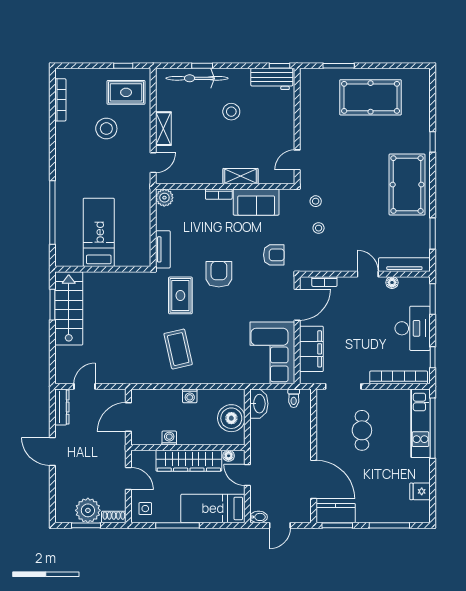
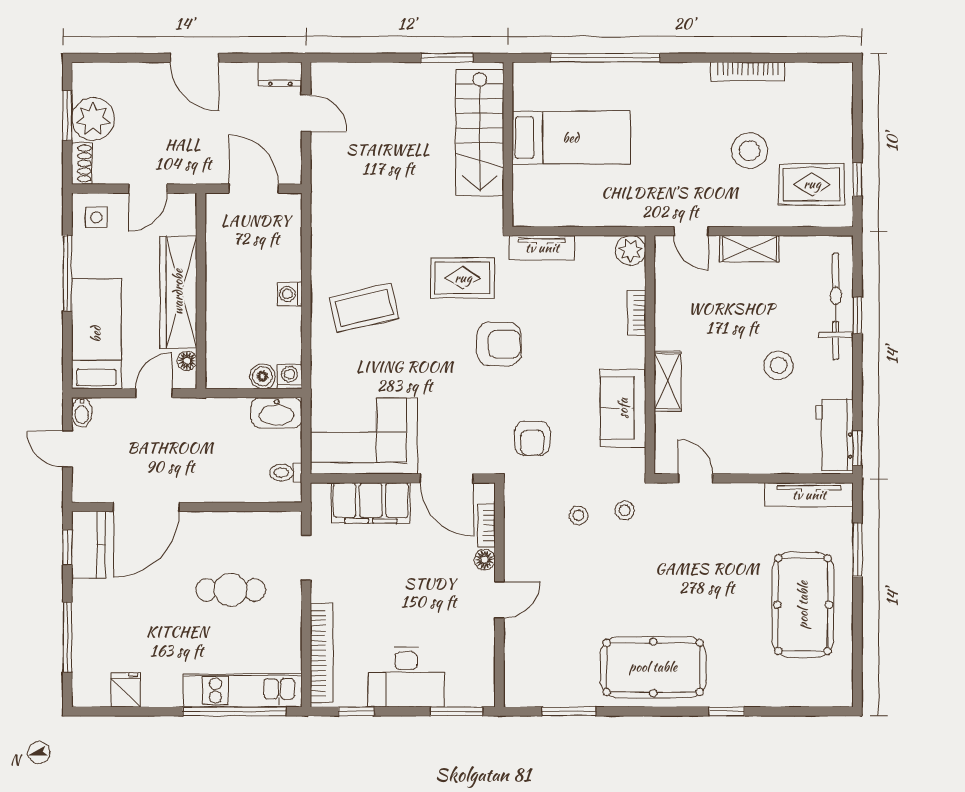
rug: (126, 92) -> (812, 184), turned 90
bookcase: (60, 100) -> (748, 71), moved
bookcase: (219, 194) -> (637, 313), moved
tv unit: (404, 265) -> (809, 495), moved, turned 90
floor lamp: (392, 283) -> (485, 560), moved
stairs: (69, 308) -> (480, 133), moved, turned 90
coffee table: (178, 349) -> (364, 308), moved
doorway: (343, 386) -> (306, 558), width x0.73
dresser: (62, 407) -> (280, 74), width x0.70
boiler: (231, 418) -> (262, 376), width x0.54, depth x0.54
washing machine: (169, 438) -> (290, 377), moved, turned -90
door: (52, 451) -> (194, 58), swing flipped
window: (337, 525) -> (67, 547), width x0.67

